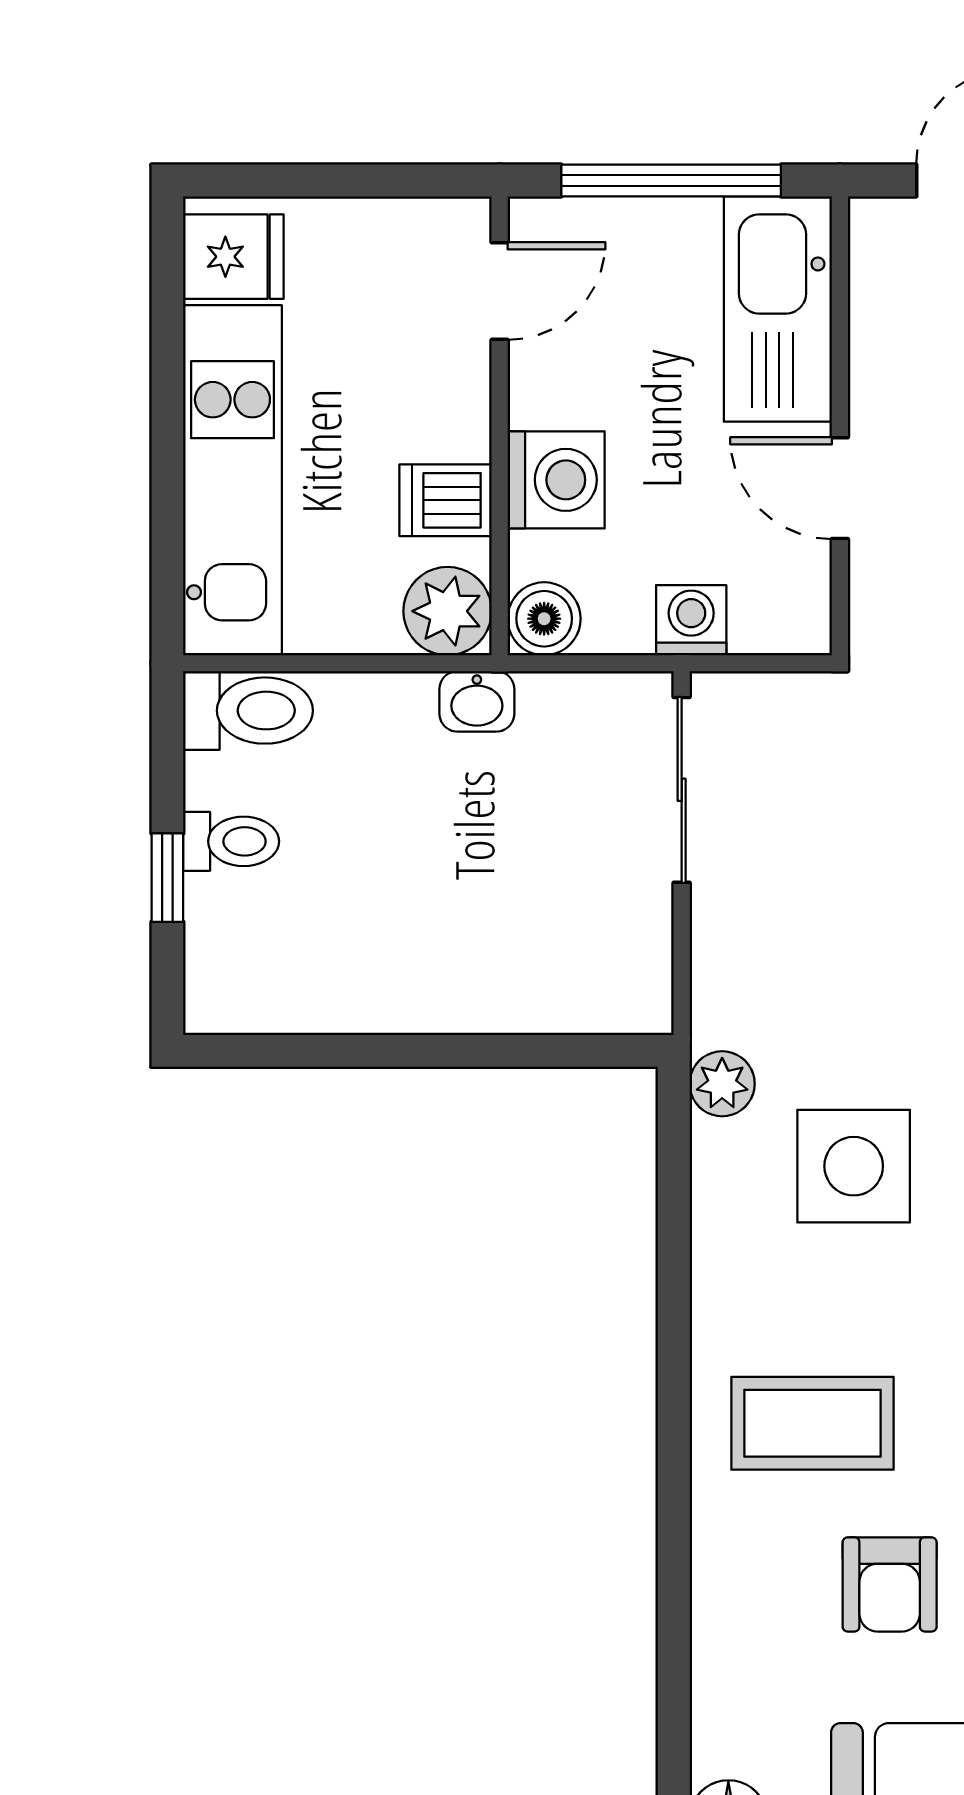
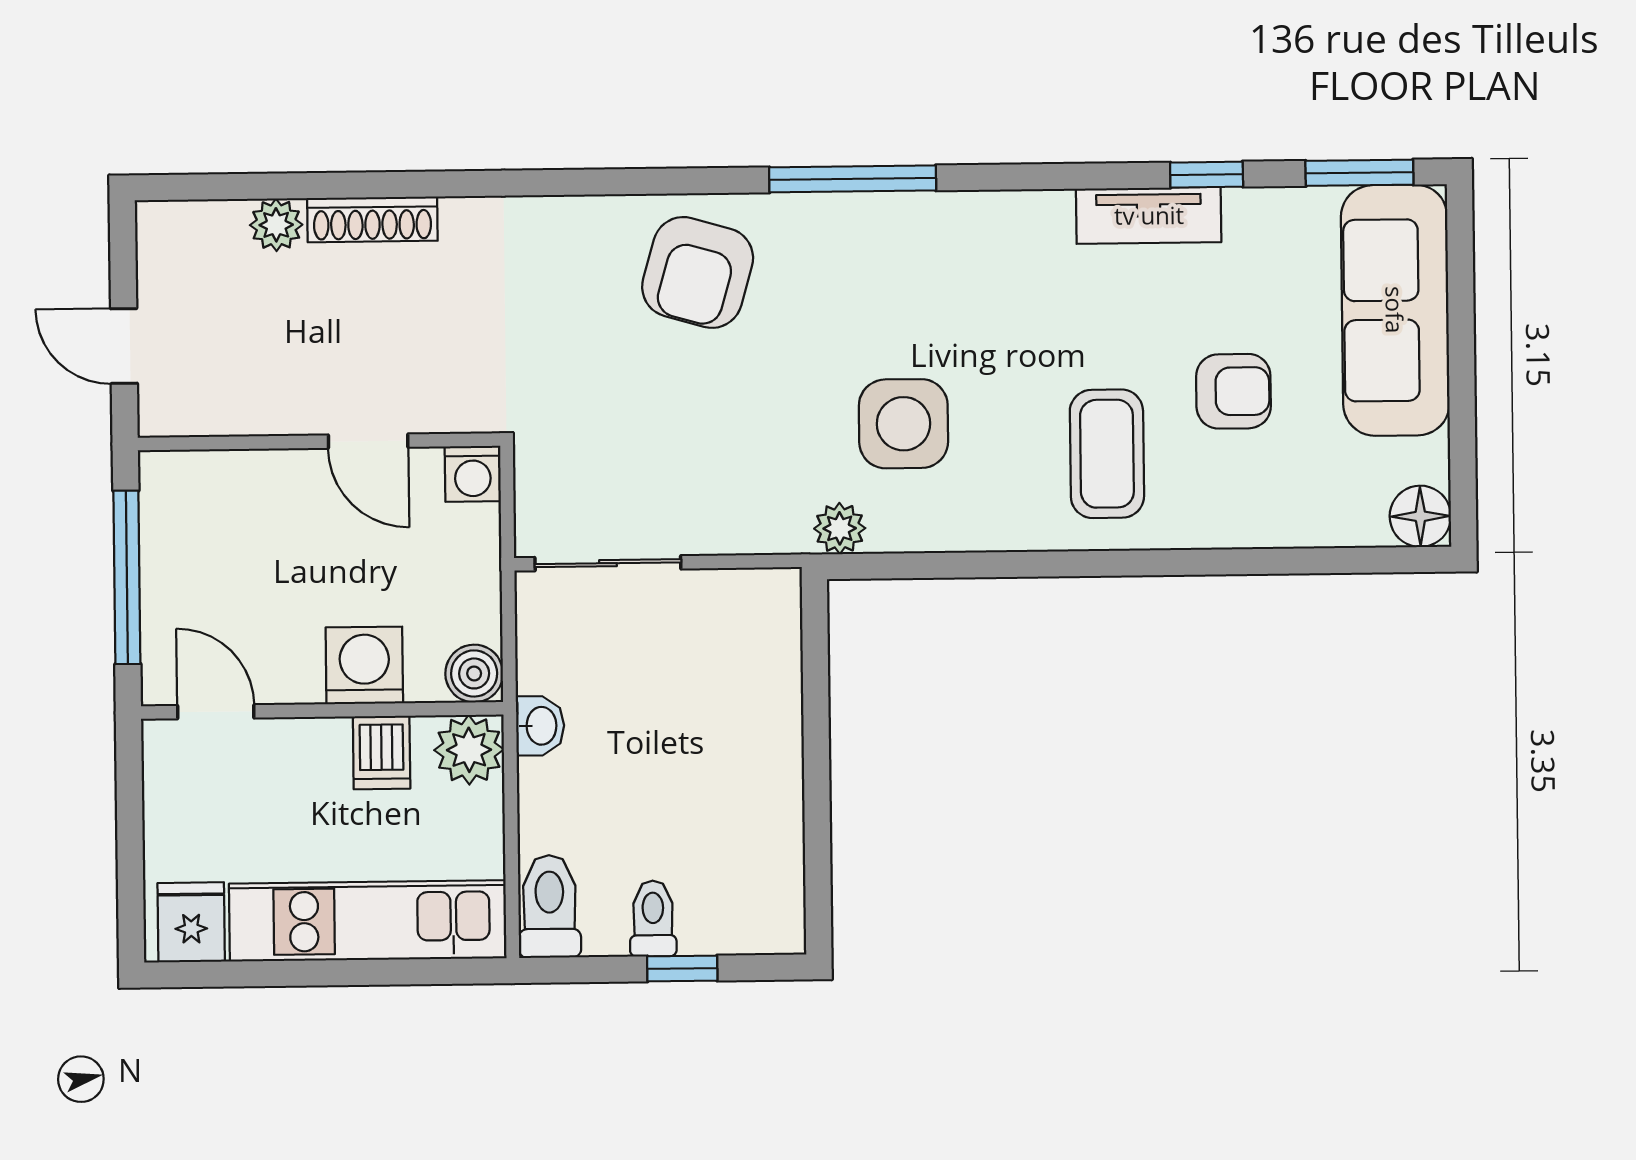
kitchen sink: (778, 309) -> (227, 492), removed
door: (840, 488) -> (368, 441), hinge flipped
washing machine: (691, 620) -> (473, 474), moved, turned -90

